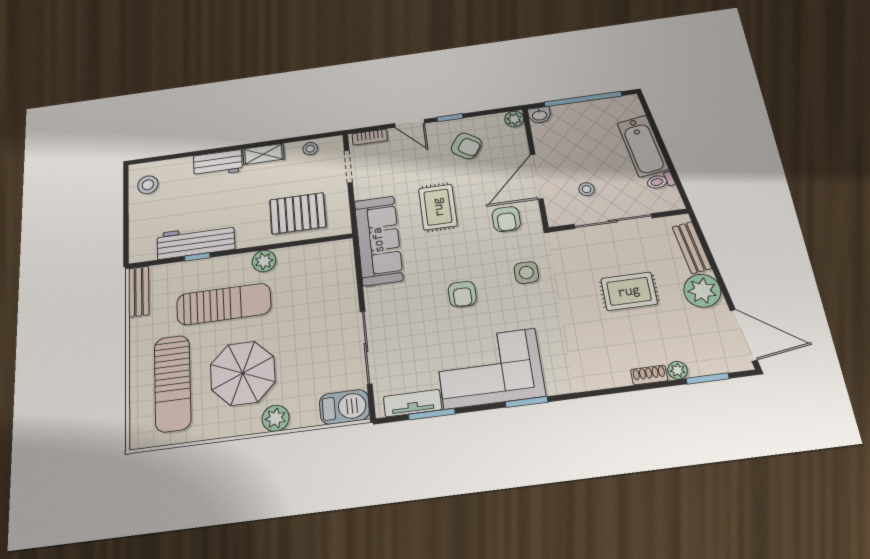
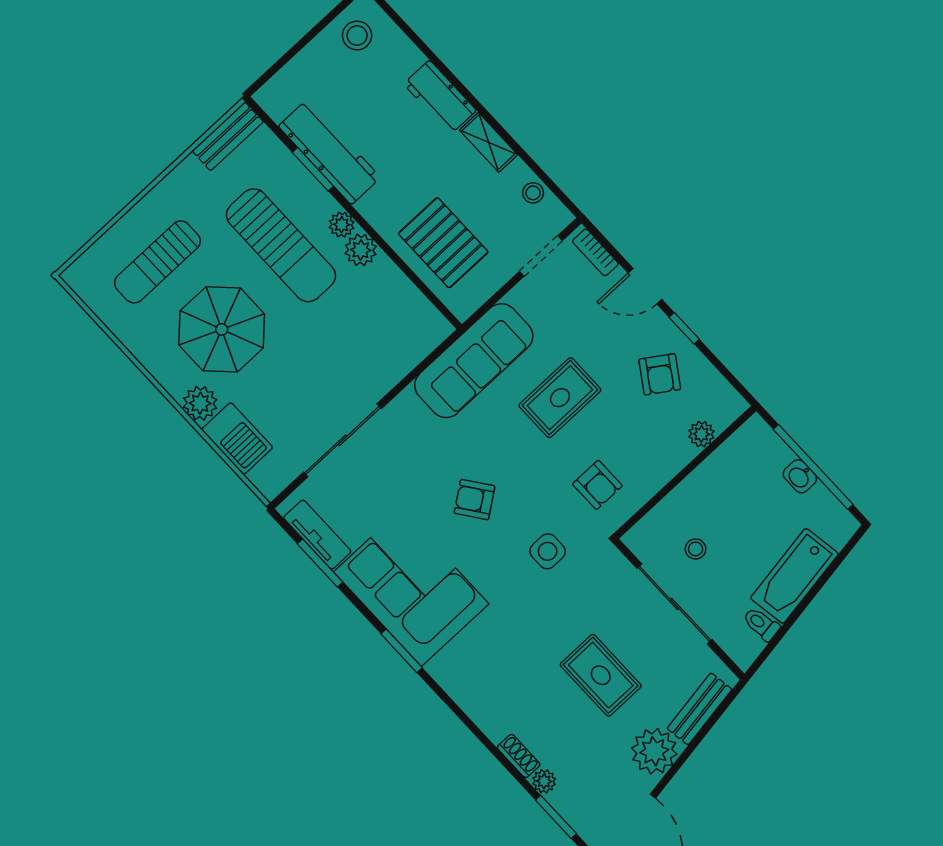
washbasin: (539, 115) -> (800, 476), moved
plant: (514, 119) -> (701, 434), moved
door: (410, 123) -> (645, 286), hinge flipped
door: (537, 177) -> (674, 482), removed
armchair: (506, 219) -> (597, 485), turned -90
window: (197, 257) -> (313, 169), width x1.50
plant: (241, 262) -> (342, 225), added
armchair: (462, 294) -> (475, 500), turned 54
sun lounger: (173, 383) -> (157, 262), width x0.73, depth x0.75
barbecue: (344, 407) -> (237, 438), moved

